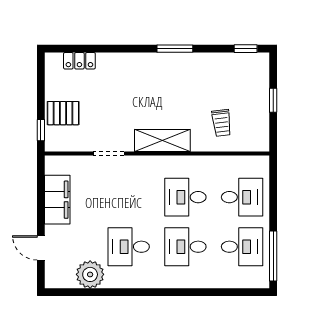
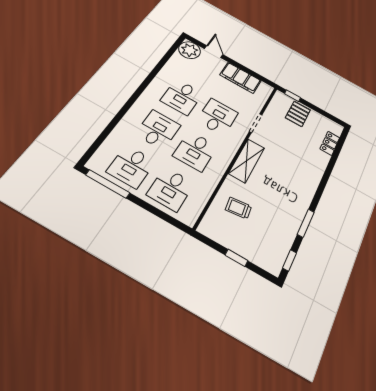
window: (175, 49) -> (306, 223), moved
desk: (129, 197) -> (217, 117), added
desk: (185, 197) -> (195, 151), turned 180
desk: (129, 247) -> (182, 97), turned 180
door: (41, 248) -> (214, 52), hinge flipped
plant: (90, 274) -> (190, 50), moved

